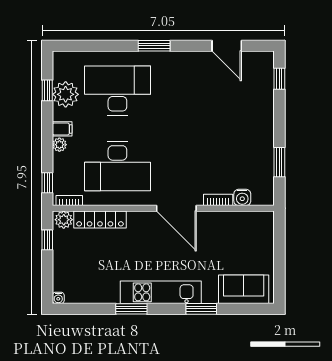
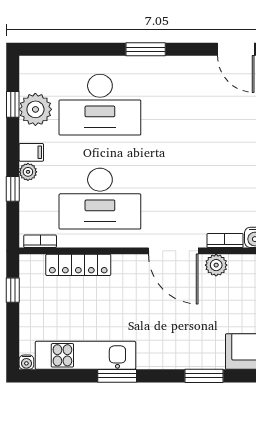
desk: (117, 91) -> (100, 105), turned 180
window: (47, 183) -> (13, 189), moved
plant: (64, 220) -> (216, 265), moved
kitchen unit: (161, 292) -> (85, 355), moved

